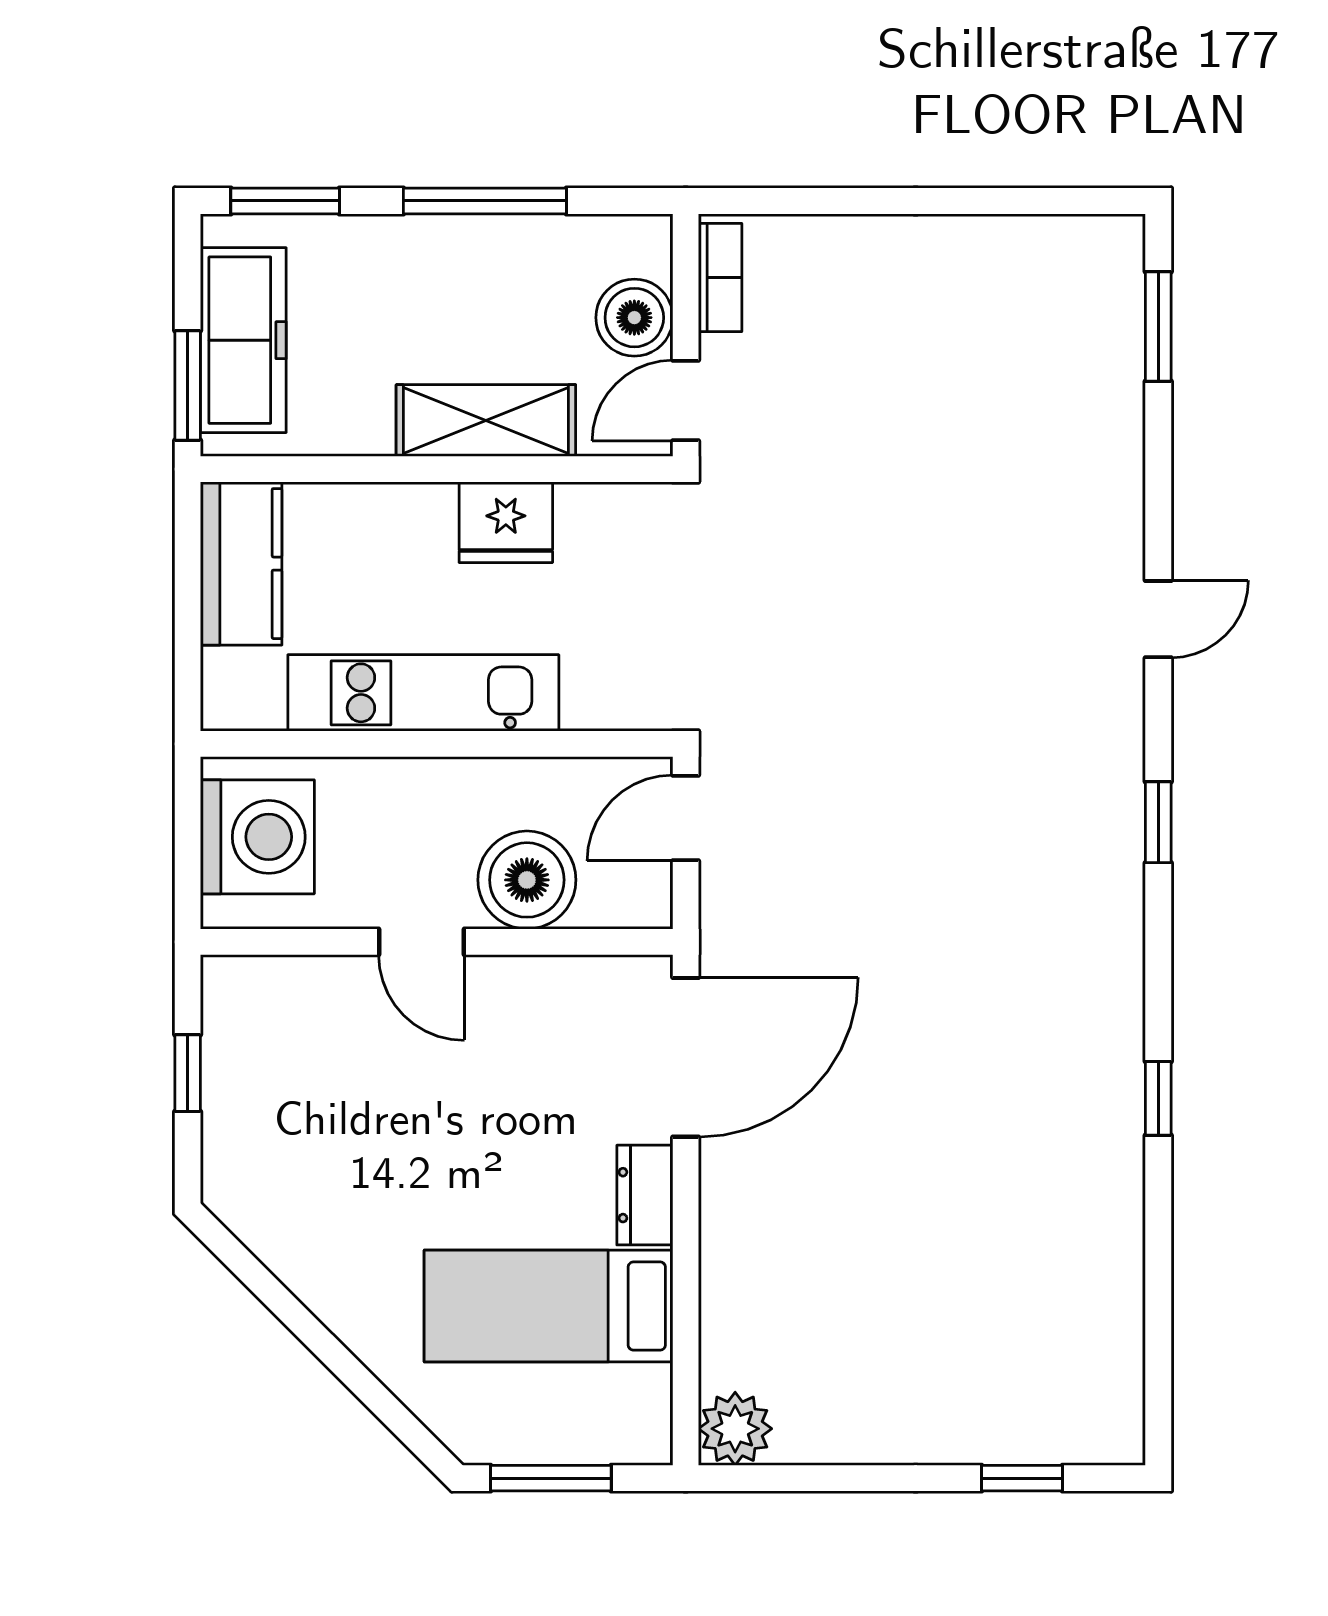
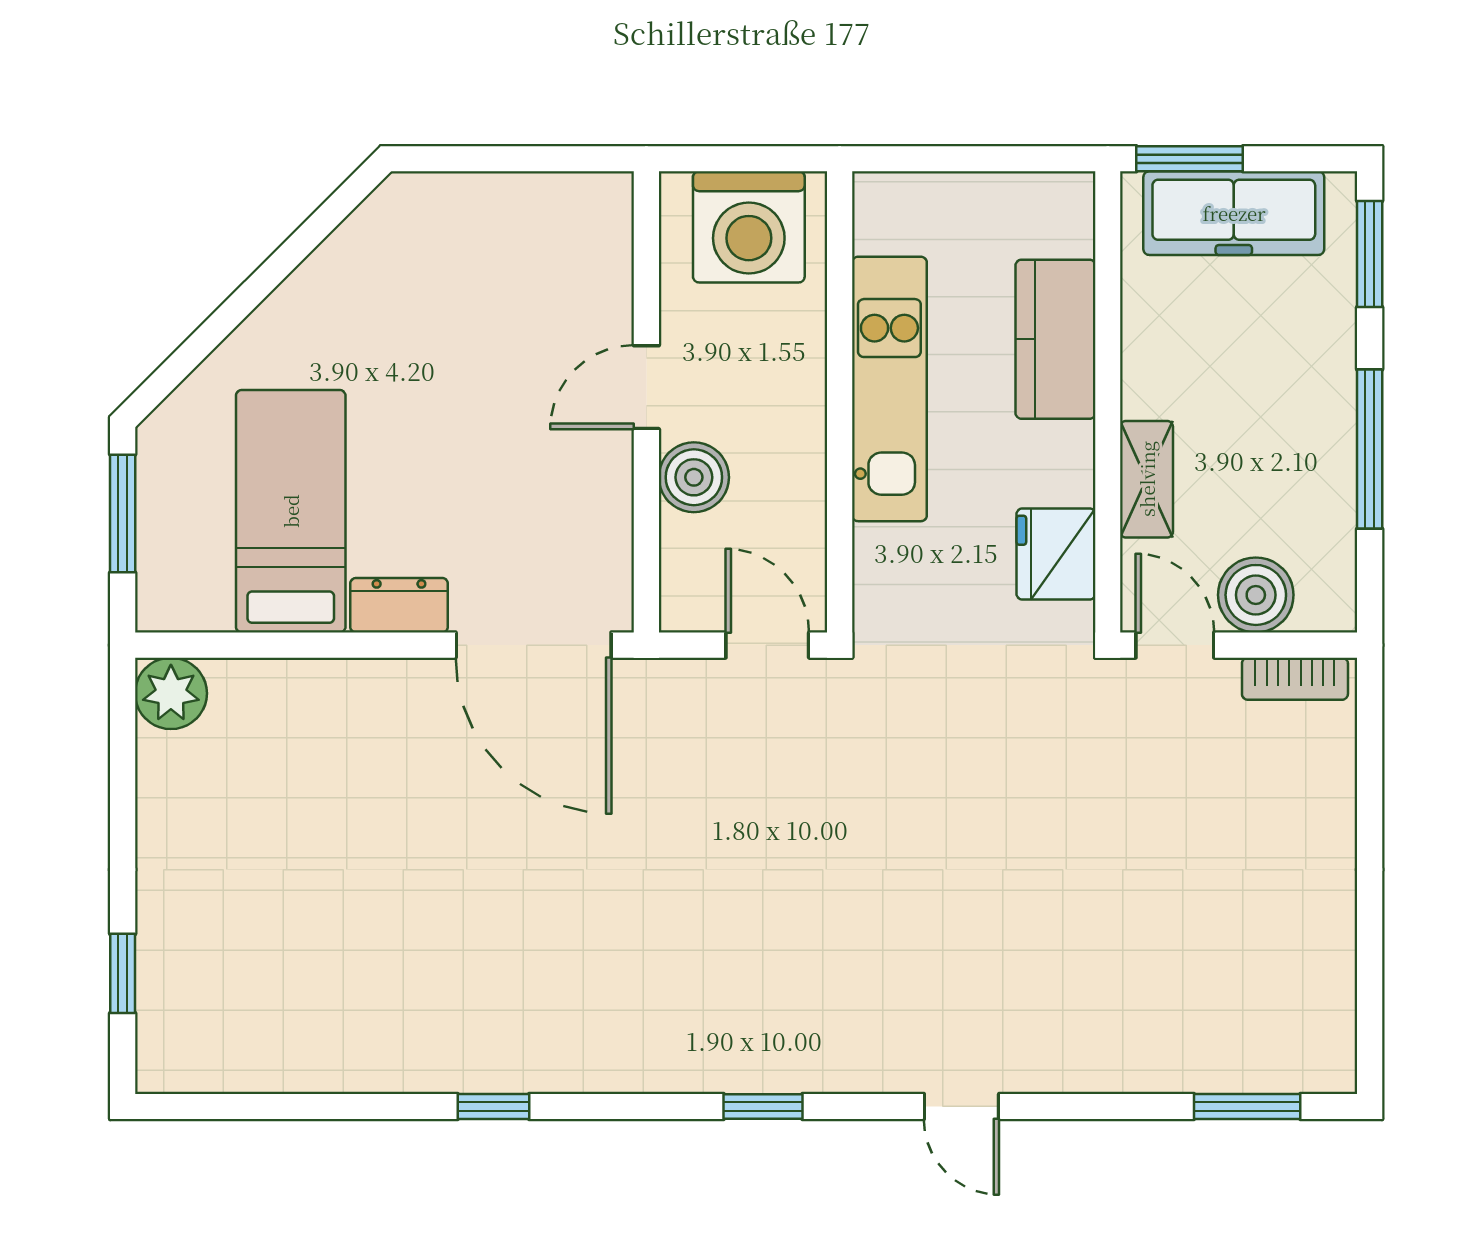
shelving: (486, 421) -> (1147, 479), width x0.67, depth x0.75
fridge: (506, 522) -> (1056, 554), moved
kitchen counter: (241, 564) -> (1055, 339), moved, turned 90
boiler: (527, 880) -> (694, 477), width x0.73, depth x0.73
window: (188, 1073) -> (518, 159), removed

